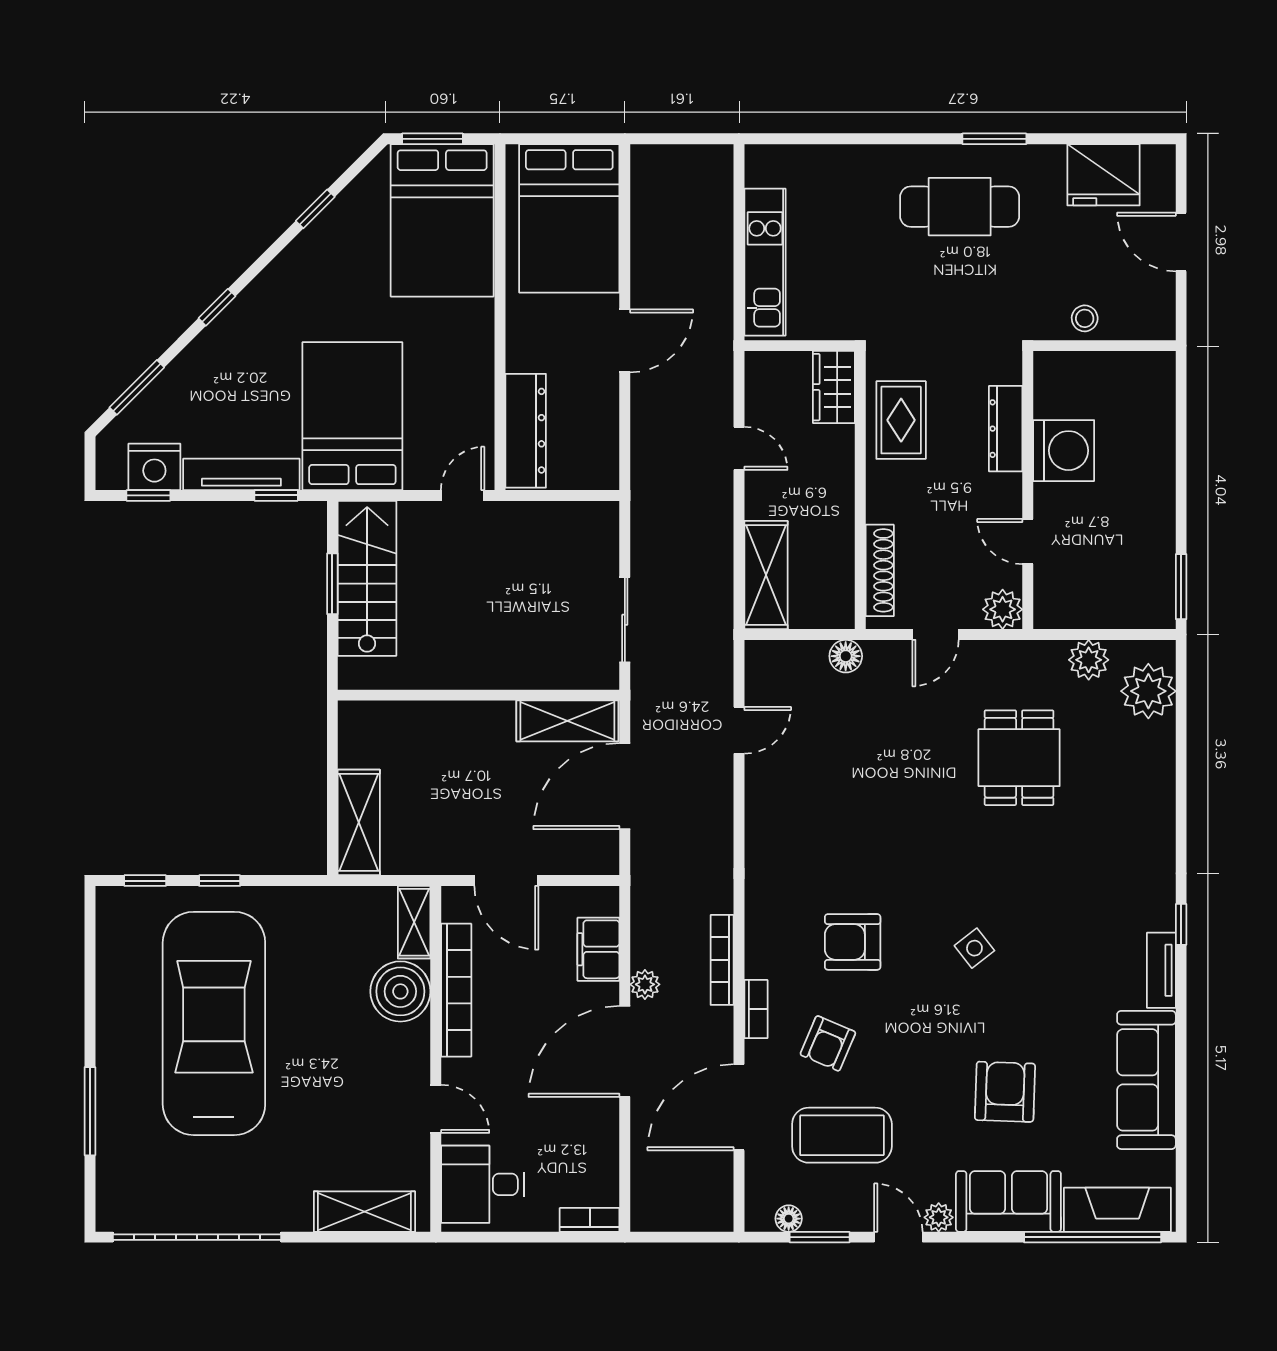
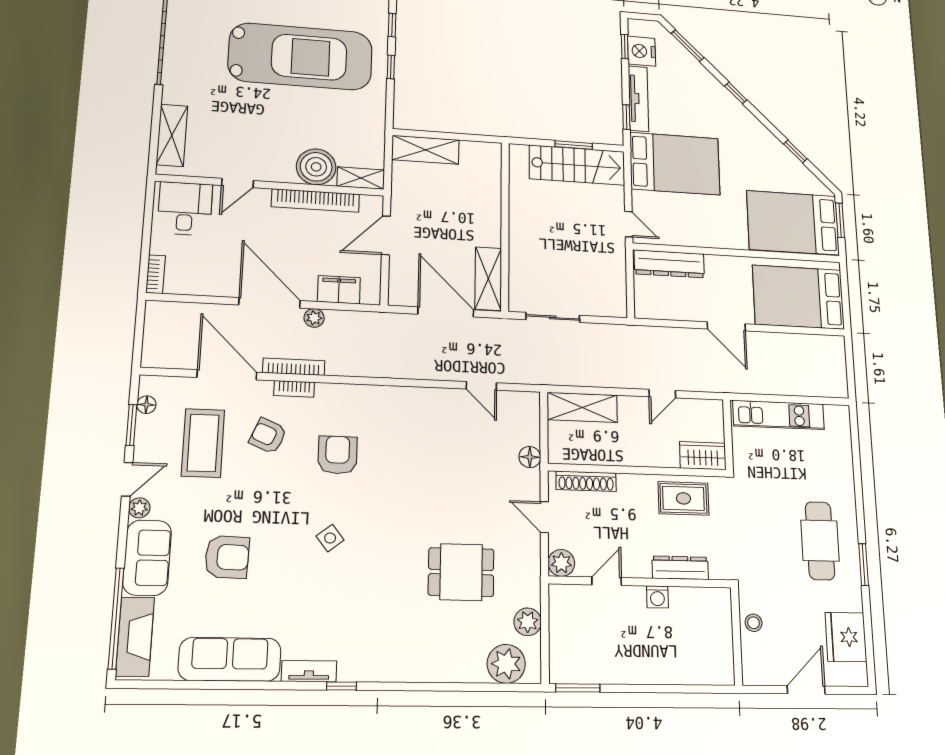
washing machine: (1064, 451) -> (657, 597), width x0.53, depth x0.53
bookcase: (722, 960) -> (294, 367), moved

